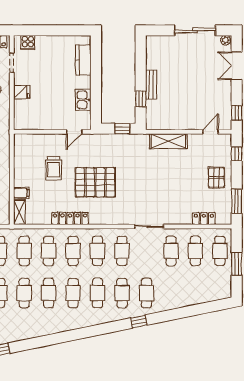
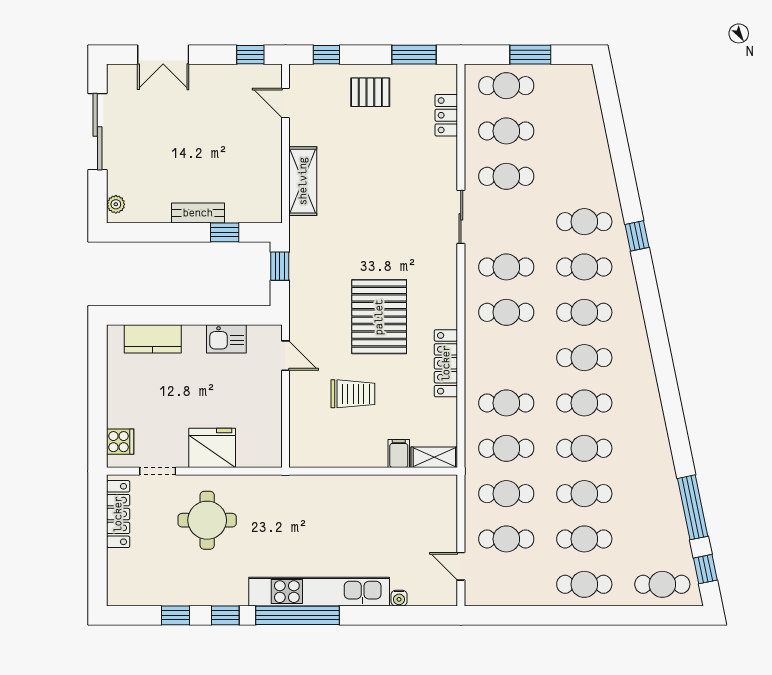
plant: (226, 40) -> (116, 204), moved
fridge: (22, 92) -> (212, 448), width x1.88, depth x1.34
cafe table: (73, 251) -> (506, 358), removed

